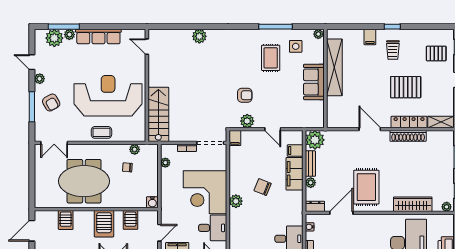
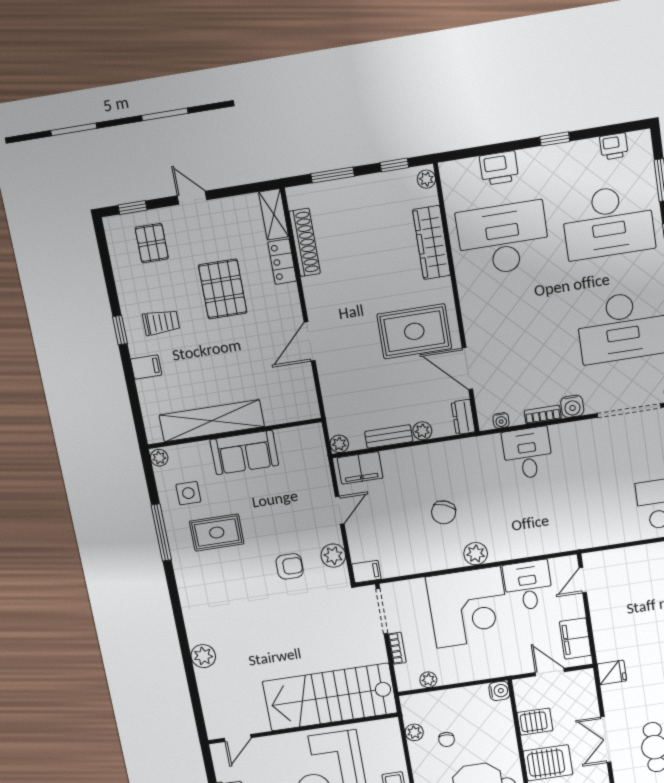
armchair: (245, 95) -> (290, 566), turned 90
stairs: (158, 114) -> (330, 697), width x1.36, depth x1.51
locker: (409, 122) -> (282, 262), width x0.66
shoe rack: (408, 136) -> (305, 242), moved
plant: (315, 140) -> (339, 444), width x0.53, depth x0.53
filing cabinet: (295, 151) -> (360, 468), width x2.00
filing cabinet: (294, 174) -> (411, 461), removed

